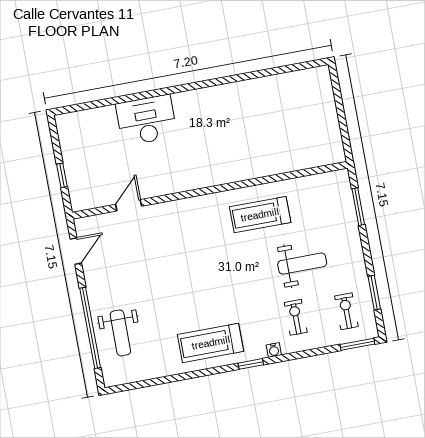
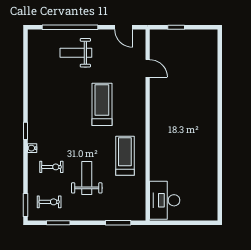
desk: (146, 120) -> (165, 200), moved, turned 180
weight bench: (302, 264) -> (87, 178), turned 180
weight bench: (120, 333) -> (76, 53), moved
treadmill: (211, 343) -> (102, 104), moved

